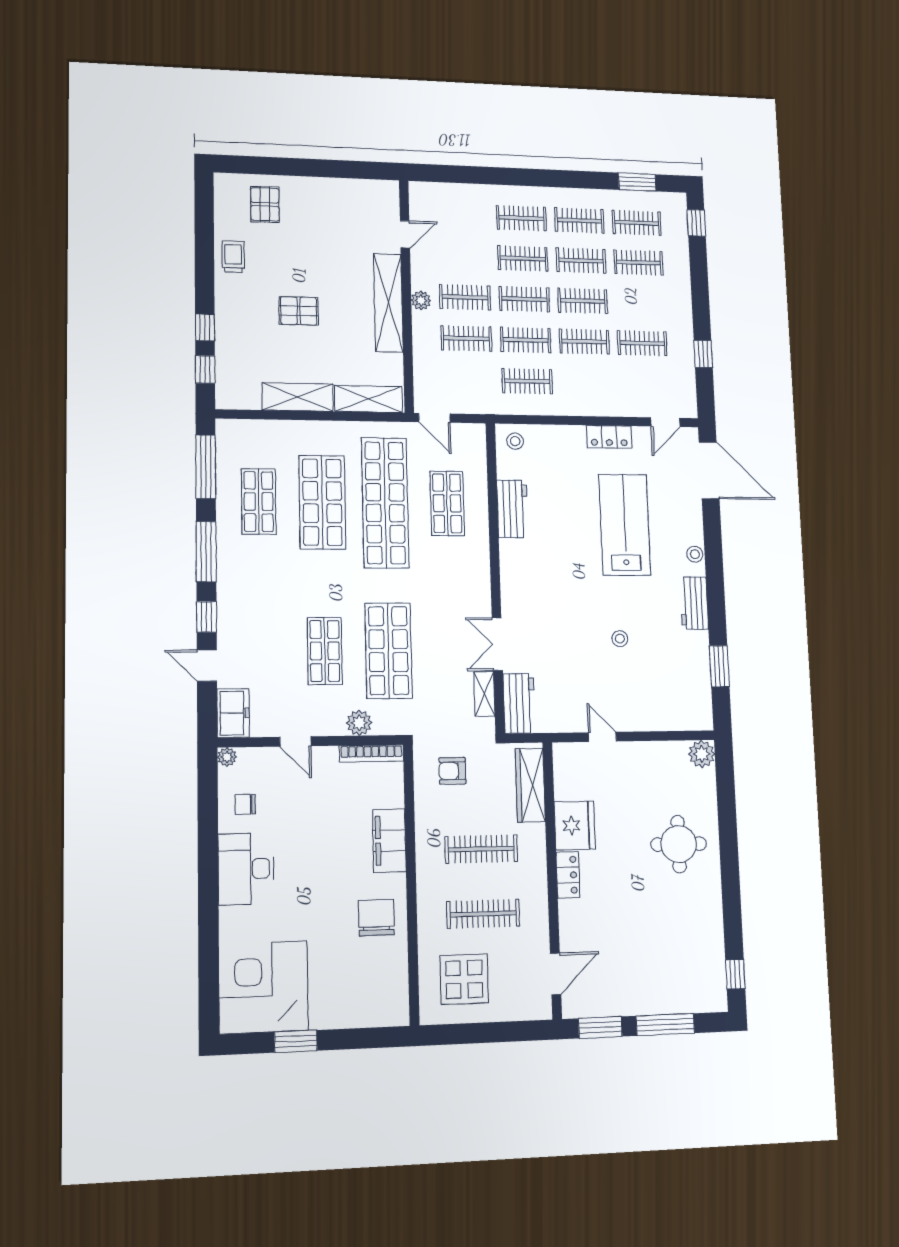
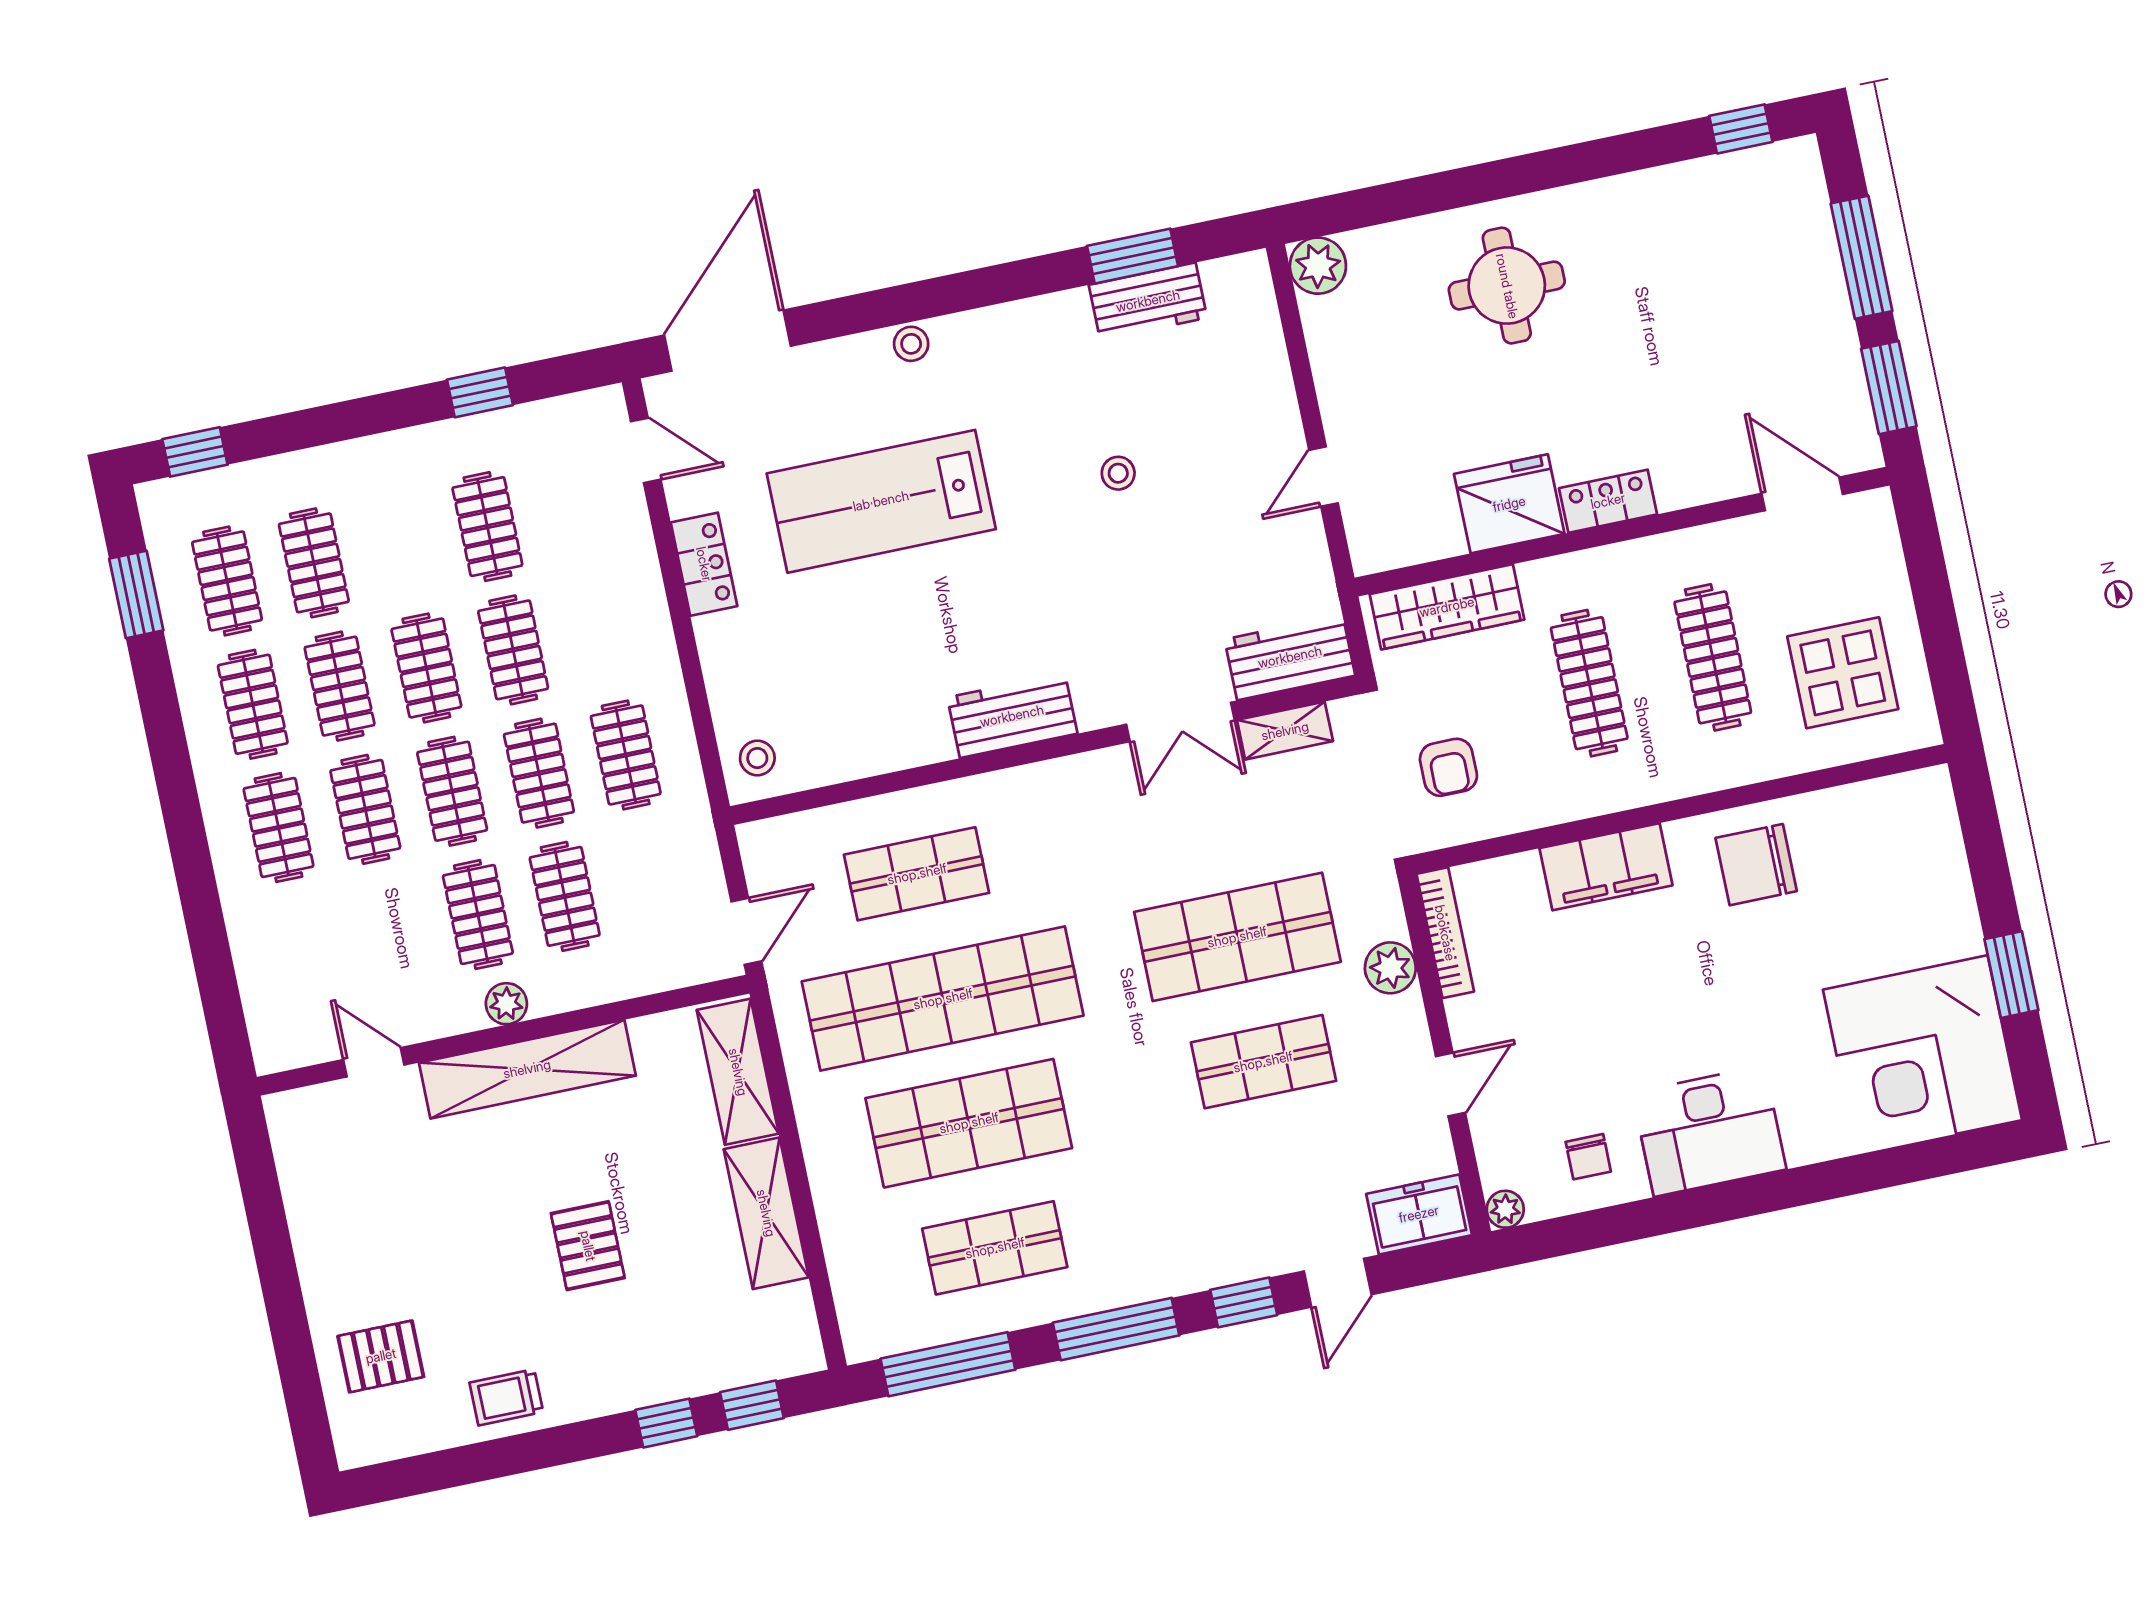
workbench: (512, 509) -> (1012, 716), moved
workbench: (694, 603) -> (1148, 301), moved

